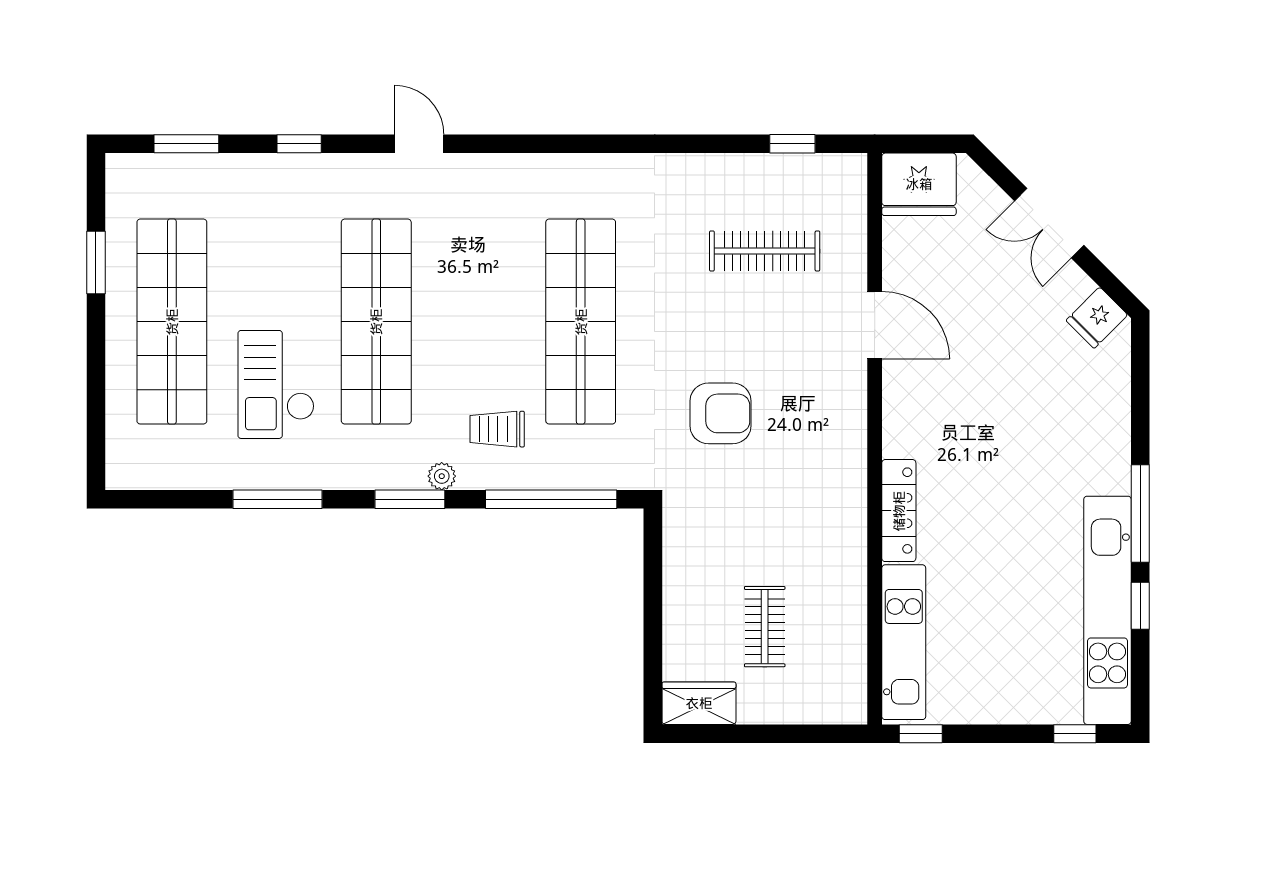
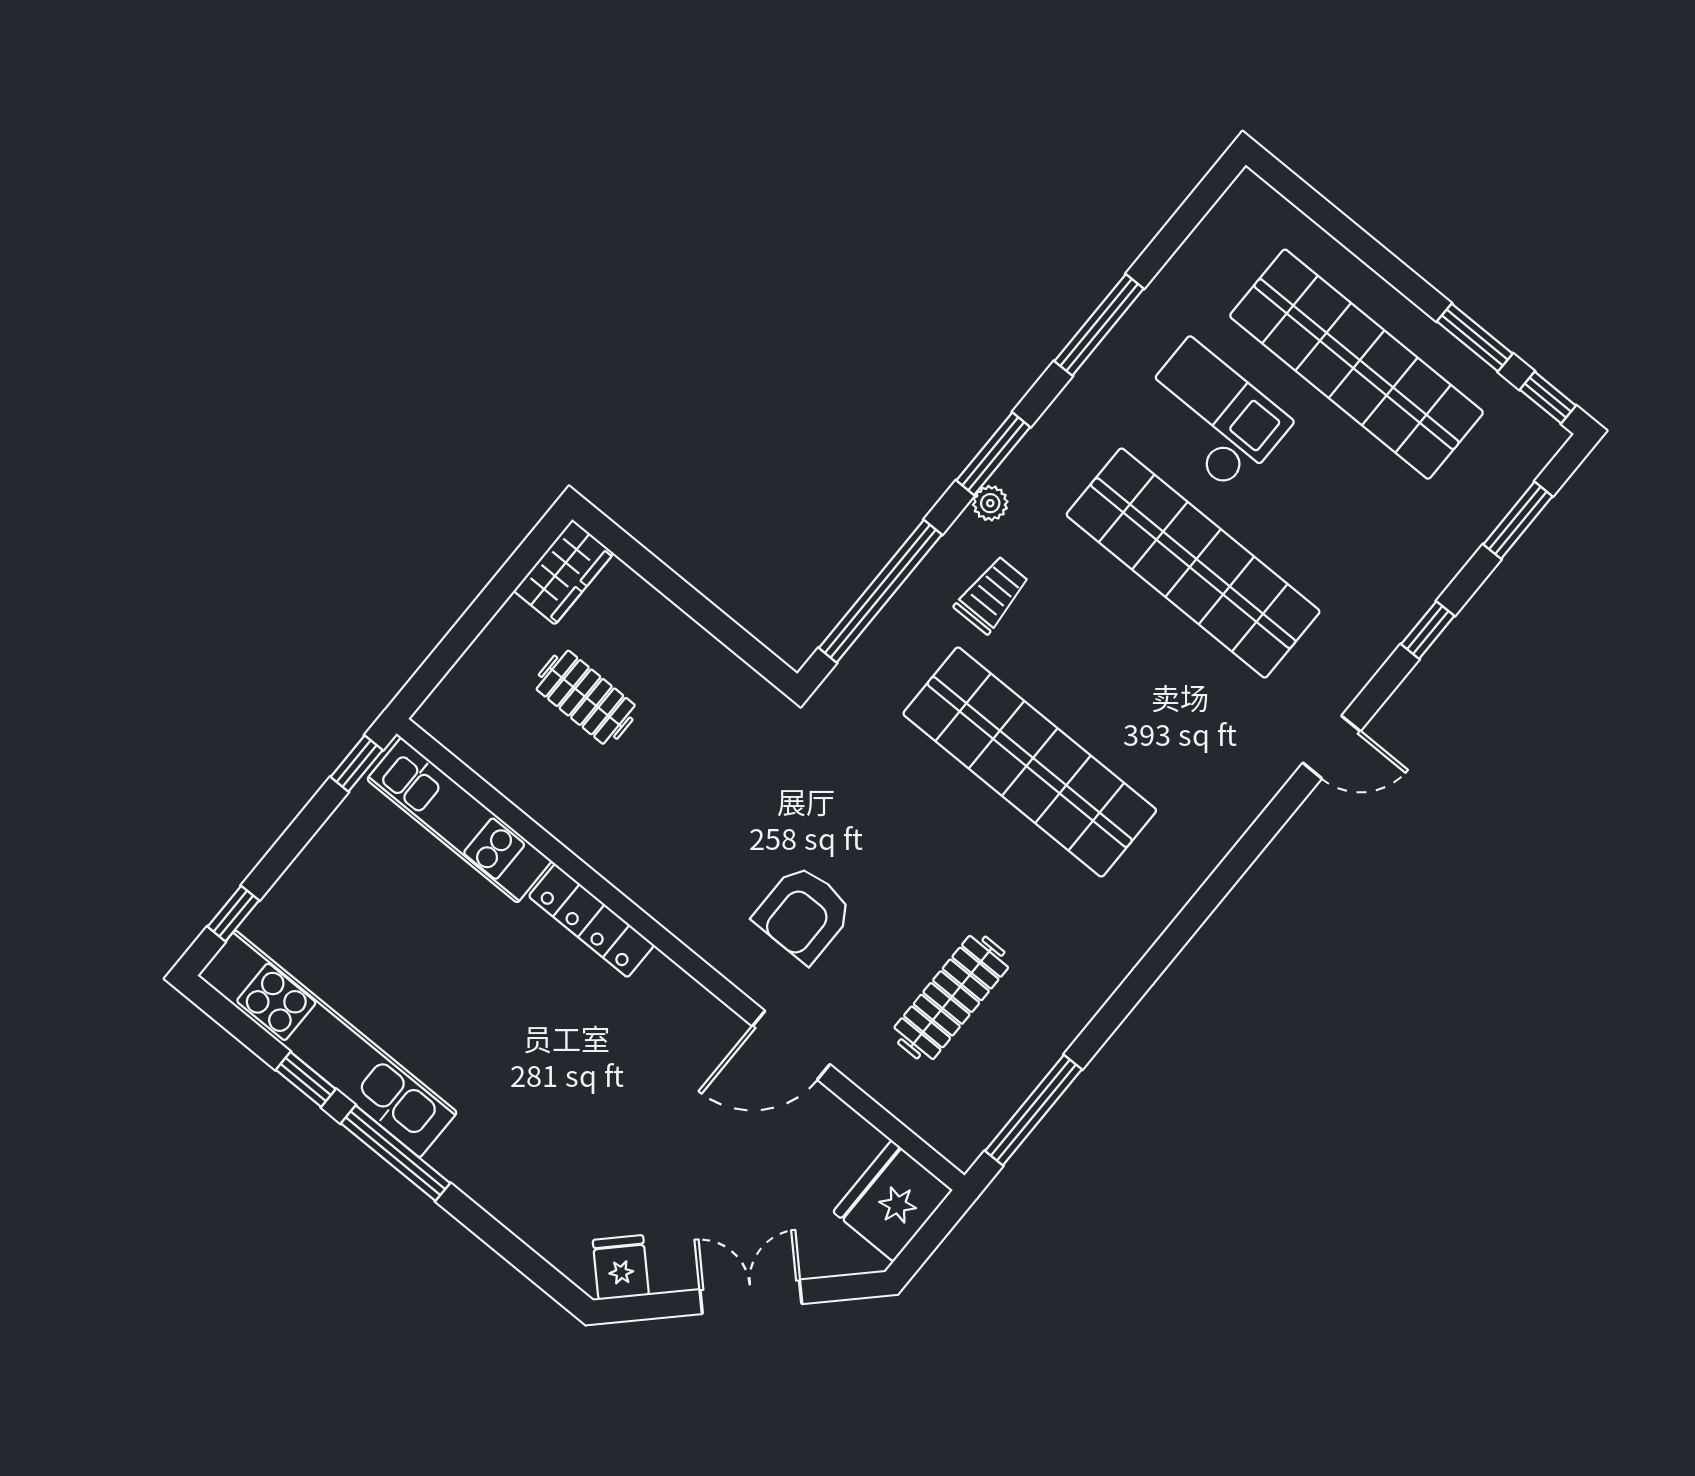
window: (792, 144) -> (1033, 1110), width x2.17
window: (96, 187) -> (1548, 398), added
armchair: (721, 413) -> (804, 914), moved

